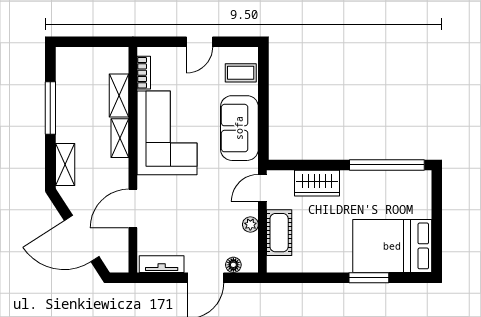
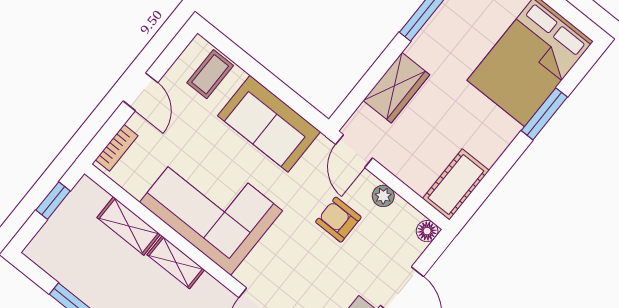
window: (99, 42) -> (53, 201), added
bookcase: (144, 73) -> (117, 148), moved, turned 90
armchair: (217, 210) -> (338, 220), added
cot: (279, 233) -> (456, 185), moved, turned 90
floor lamp: (233, 265) -> (427, 231), moved

